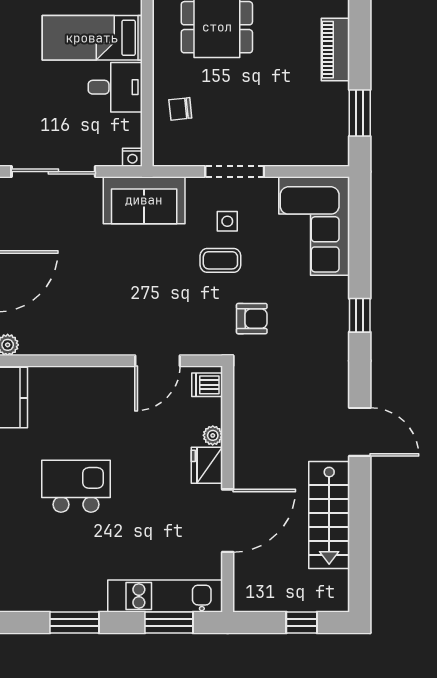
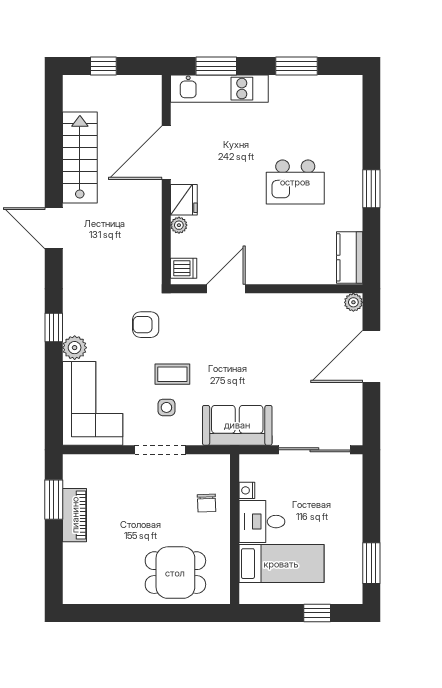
piano: (335, 50) -> (75, 515), moved
chair: (180, 109) -> (207, 503), turned 94
nightstand: (132, 157) -> (247, 490), moved, turned -90
plant: (335, 292) -> (75, 348), added

